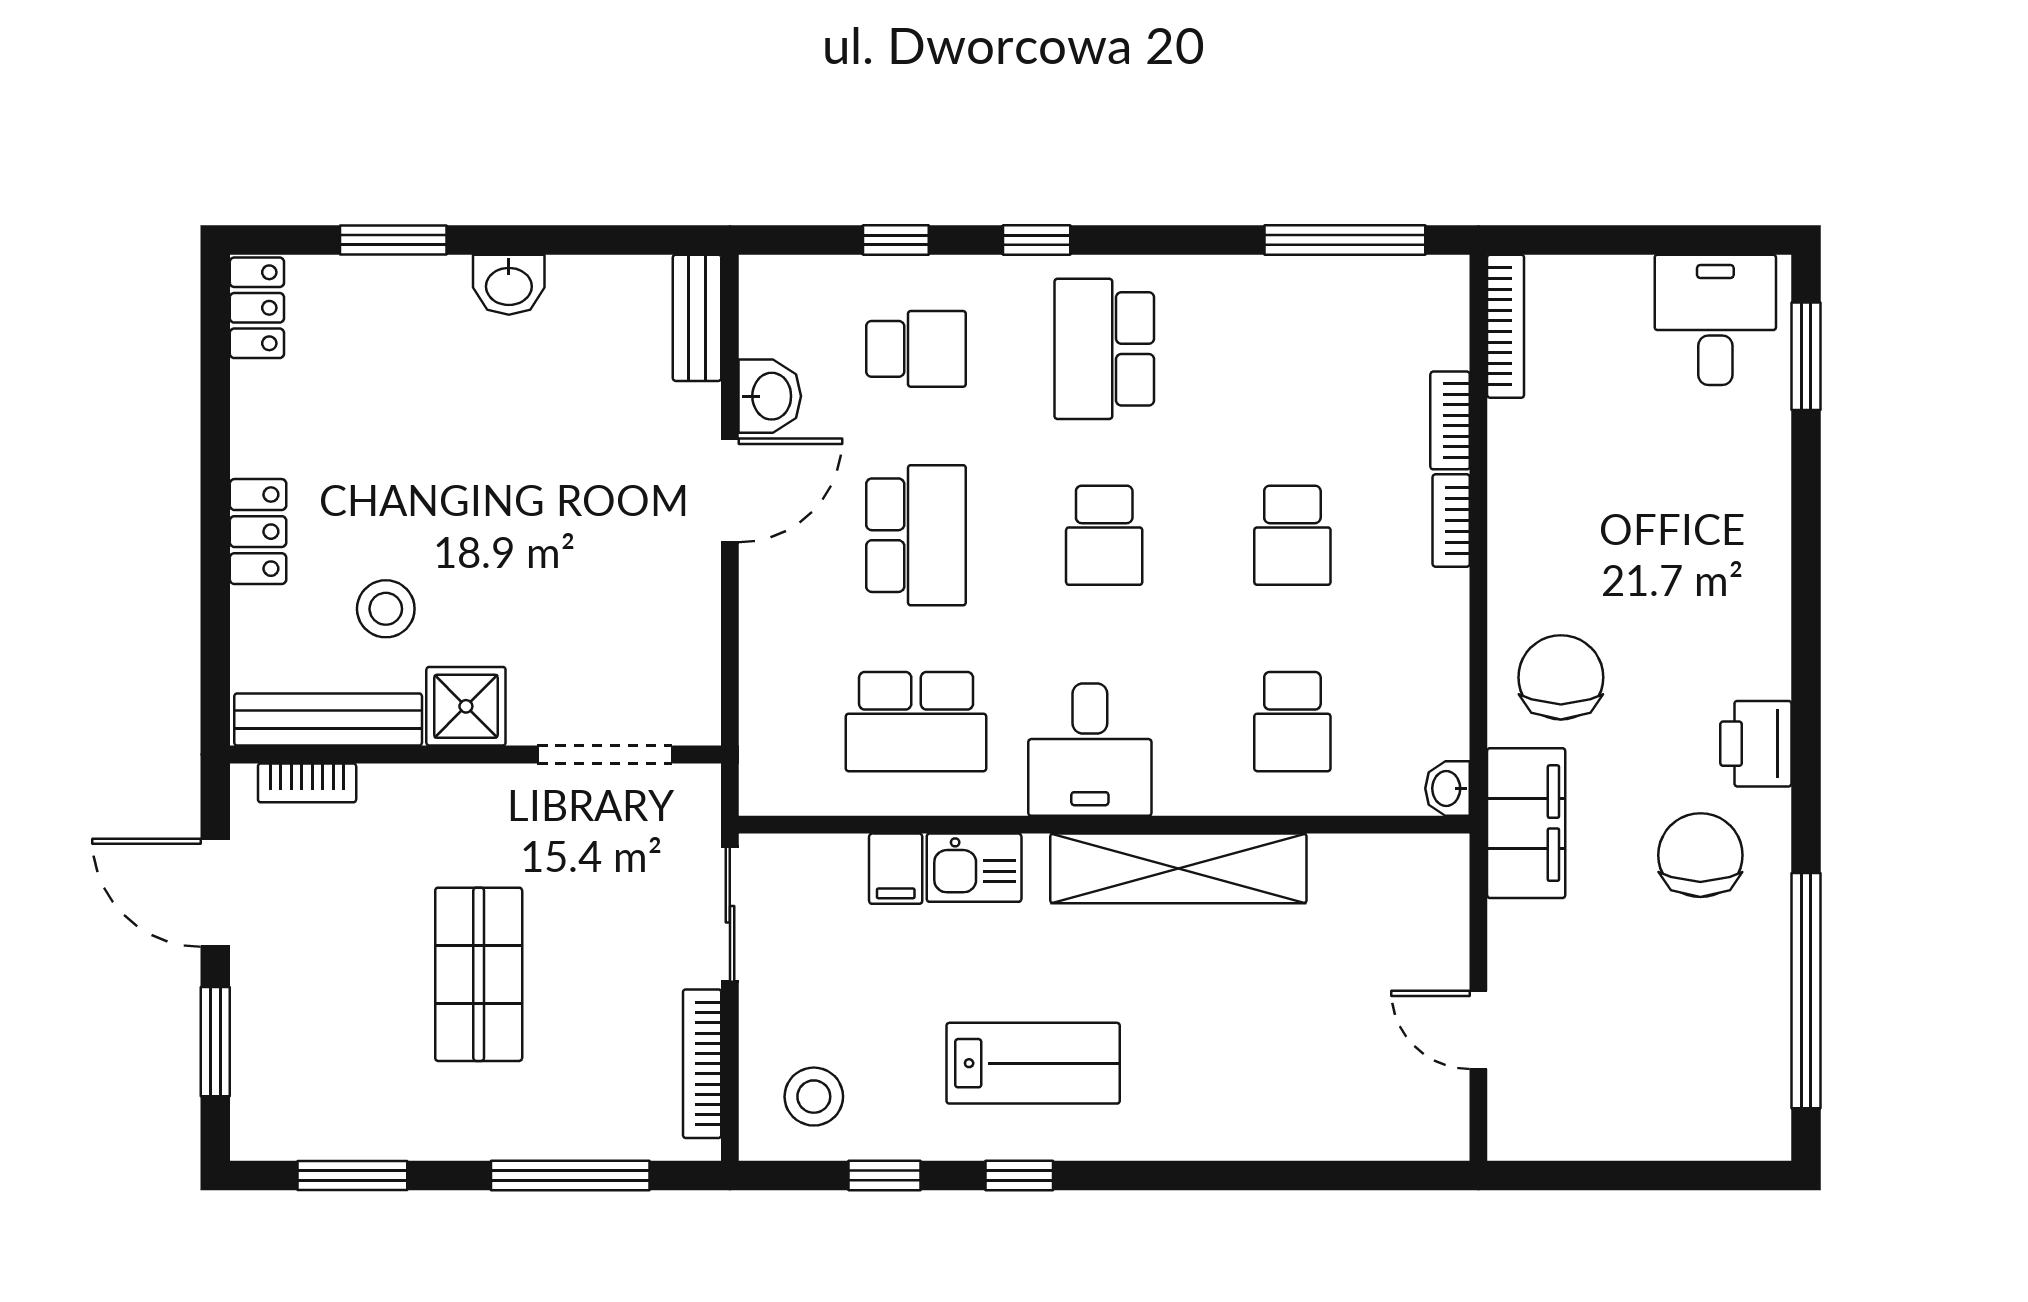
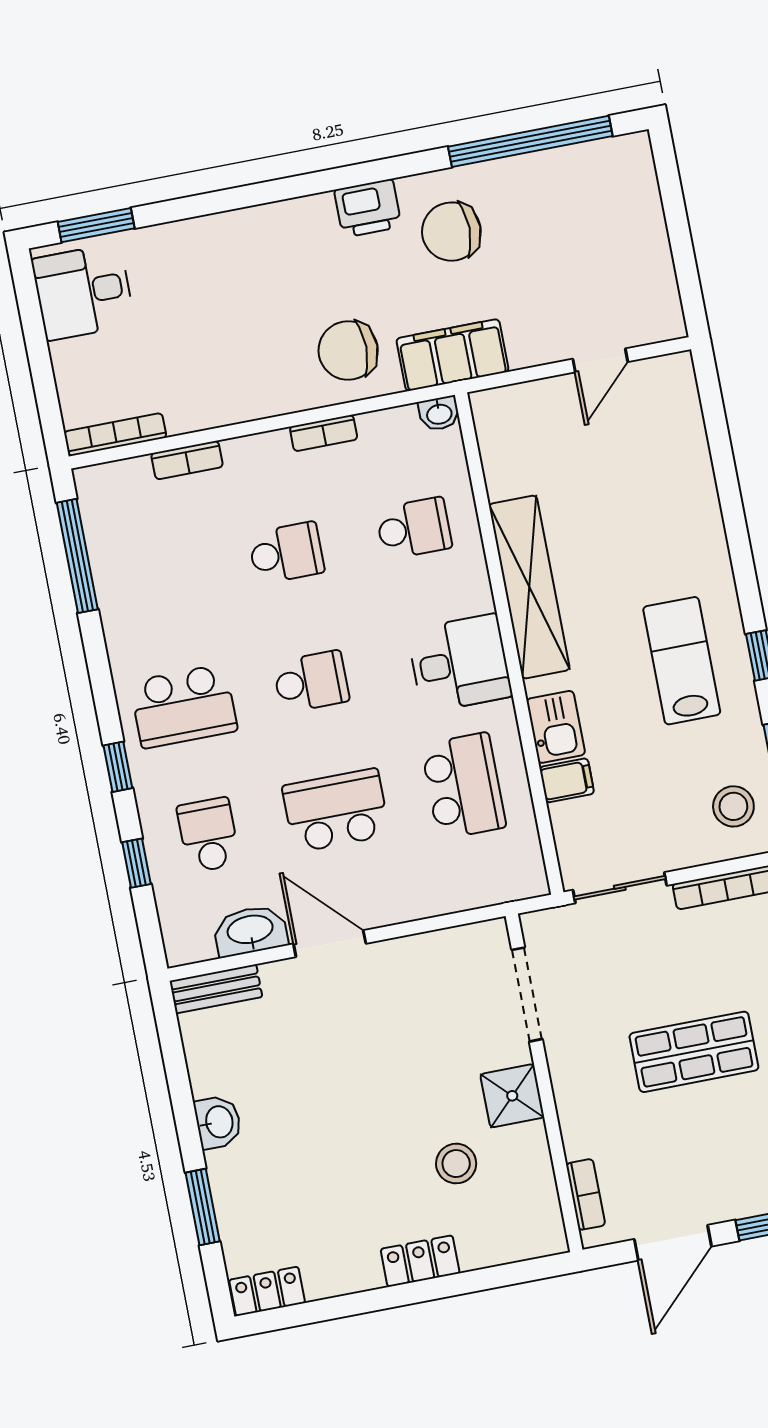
washbasin: (770, 396) -> (250, 931), width x1.38
bookcase: (1451, 520) -> (324, 433), moved
bench: (328, 720) -> (539, 1188), removed

